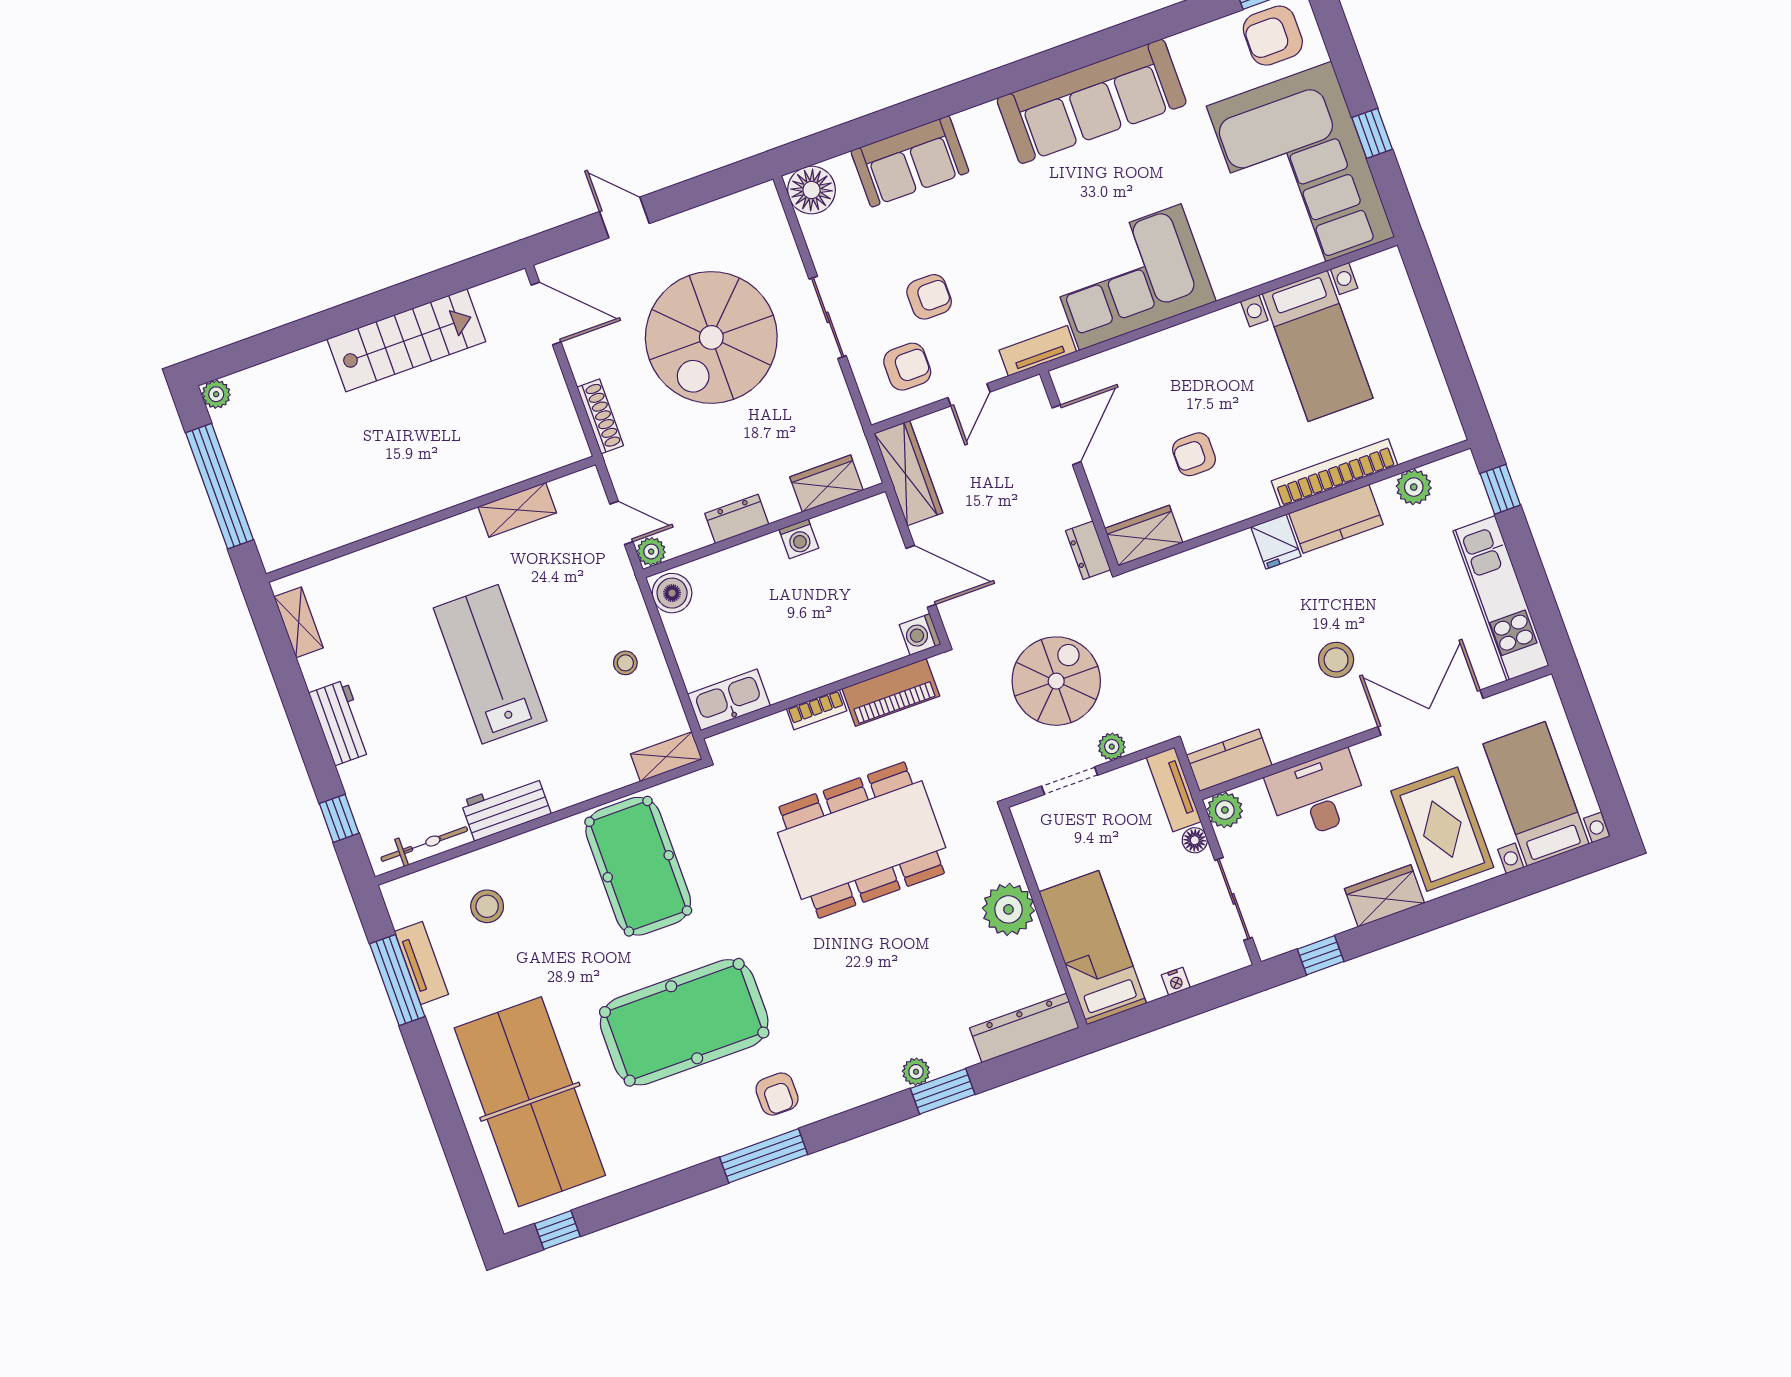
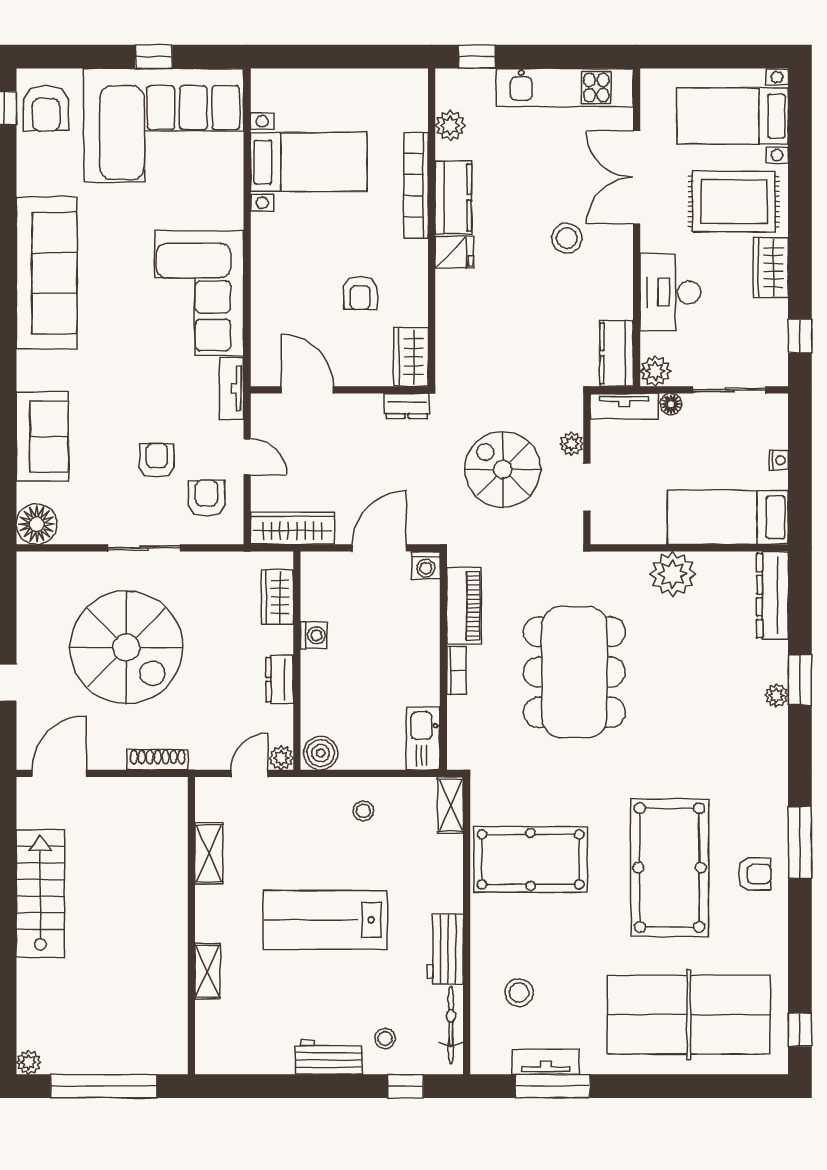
shelving: (299, 622) -> (207, 971), moved, turned 90
stool: (384, 777) -> (385, 1038), added
armchair: (777, 1094) -> (755, 874), moved

